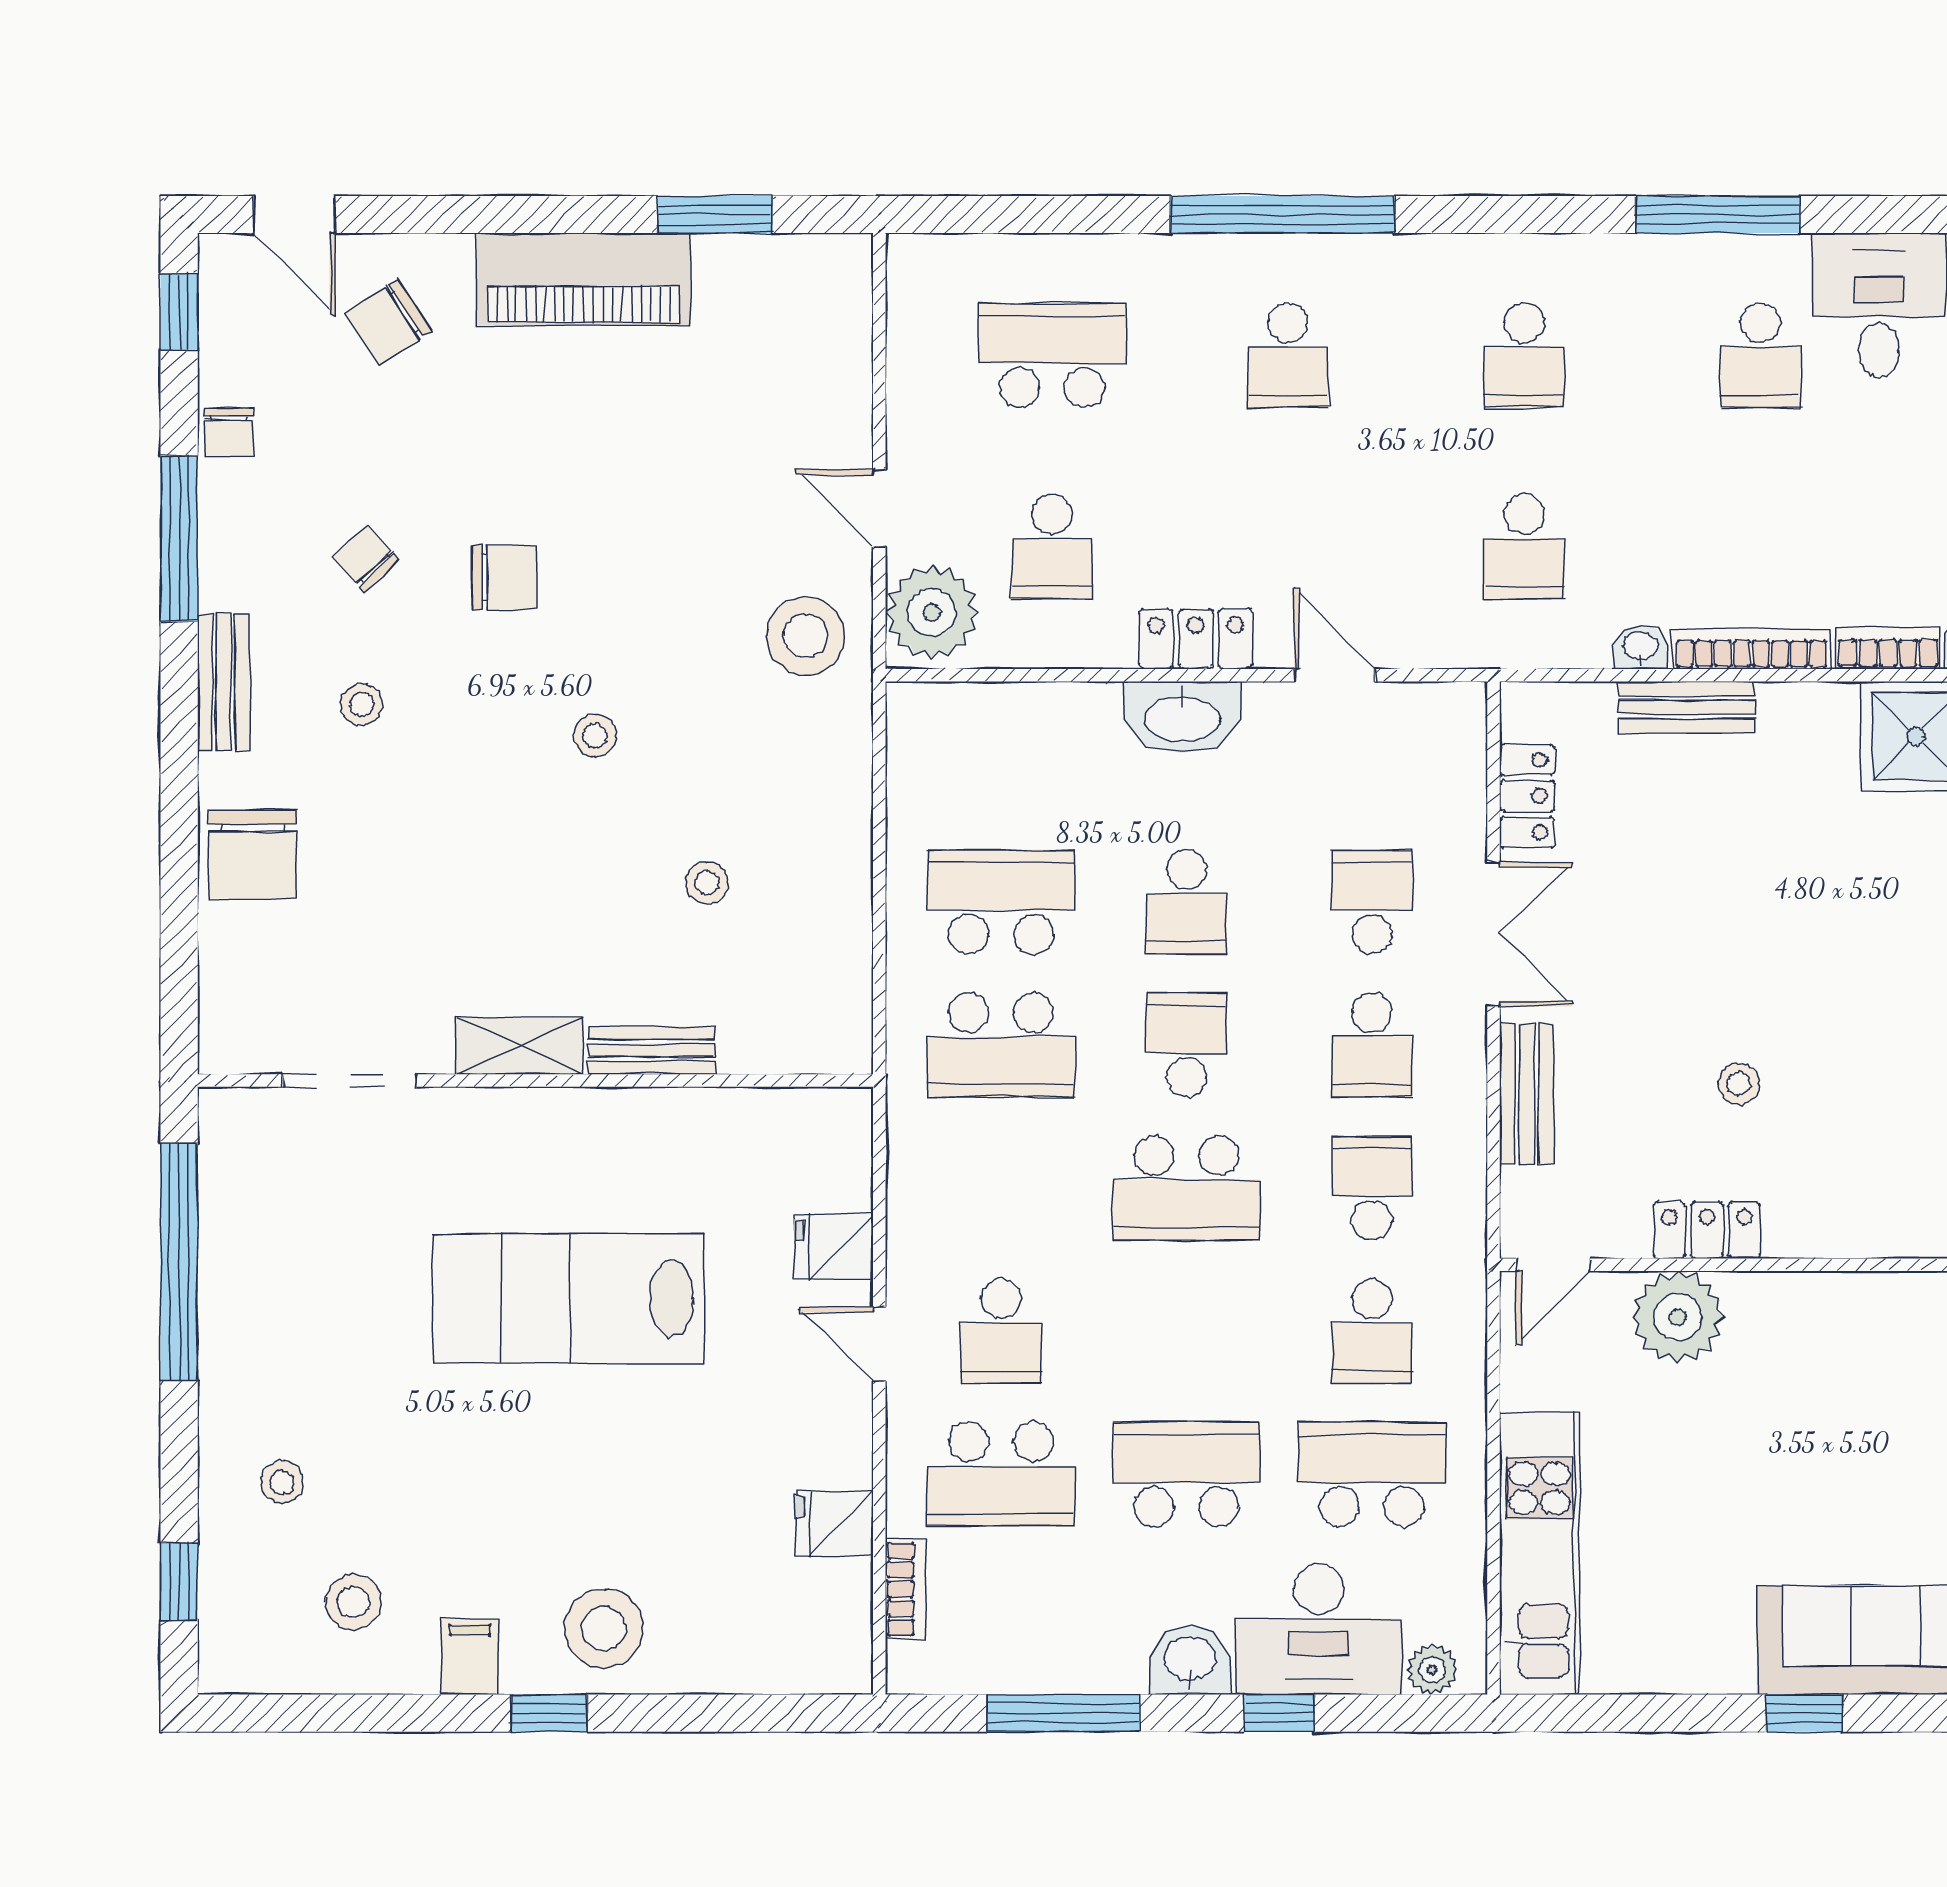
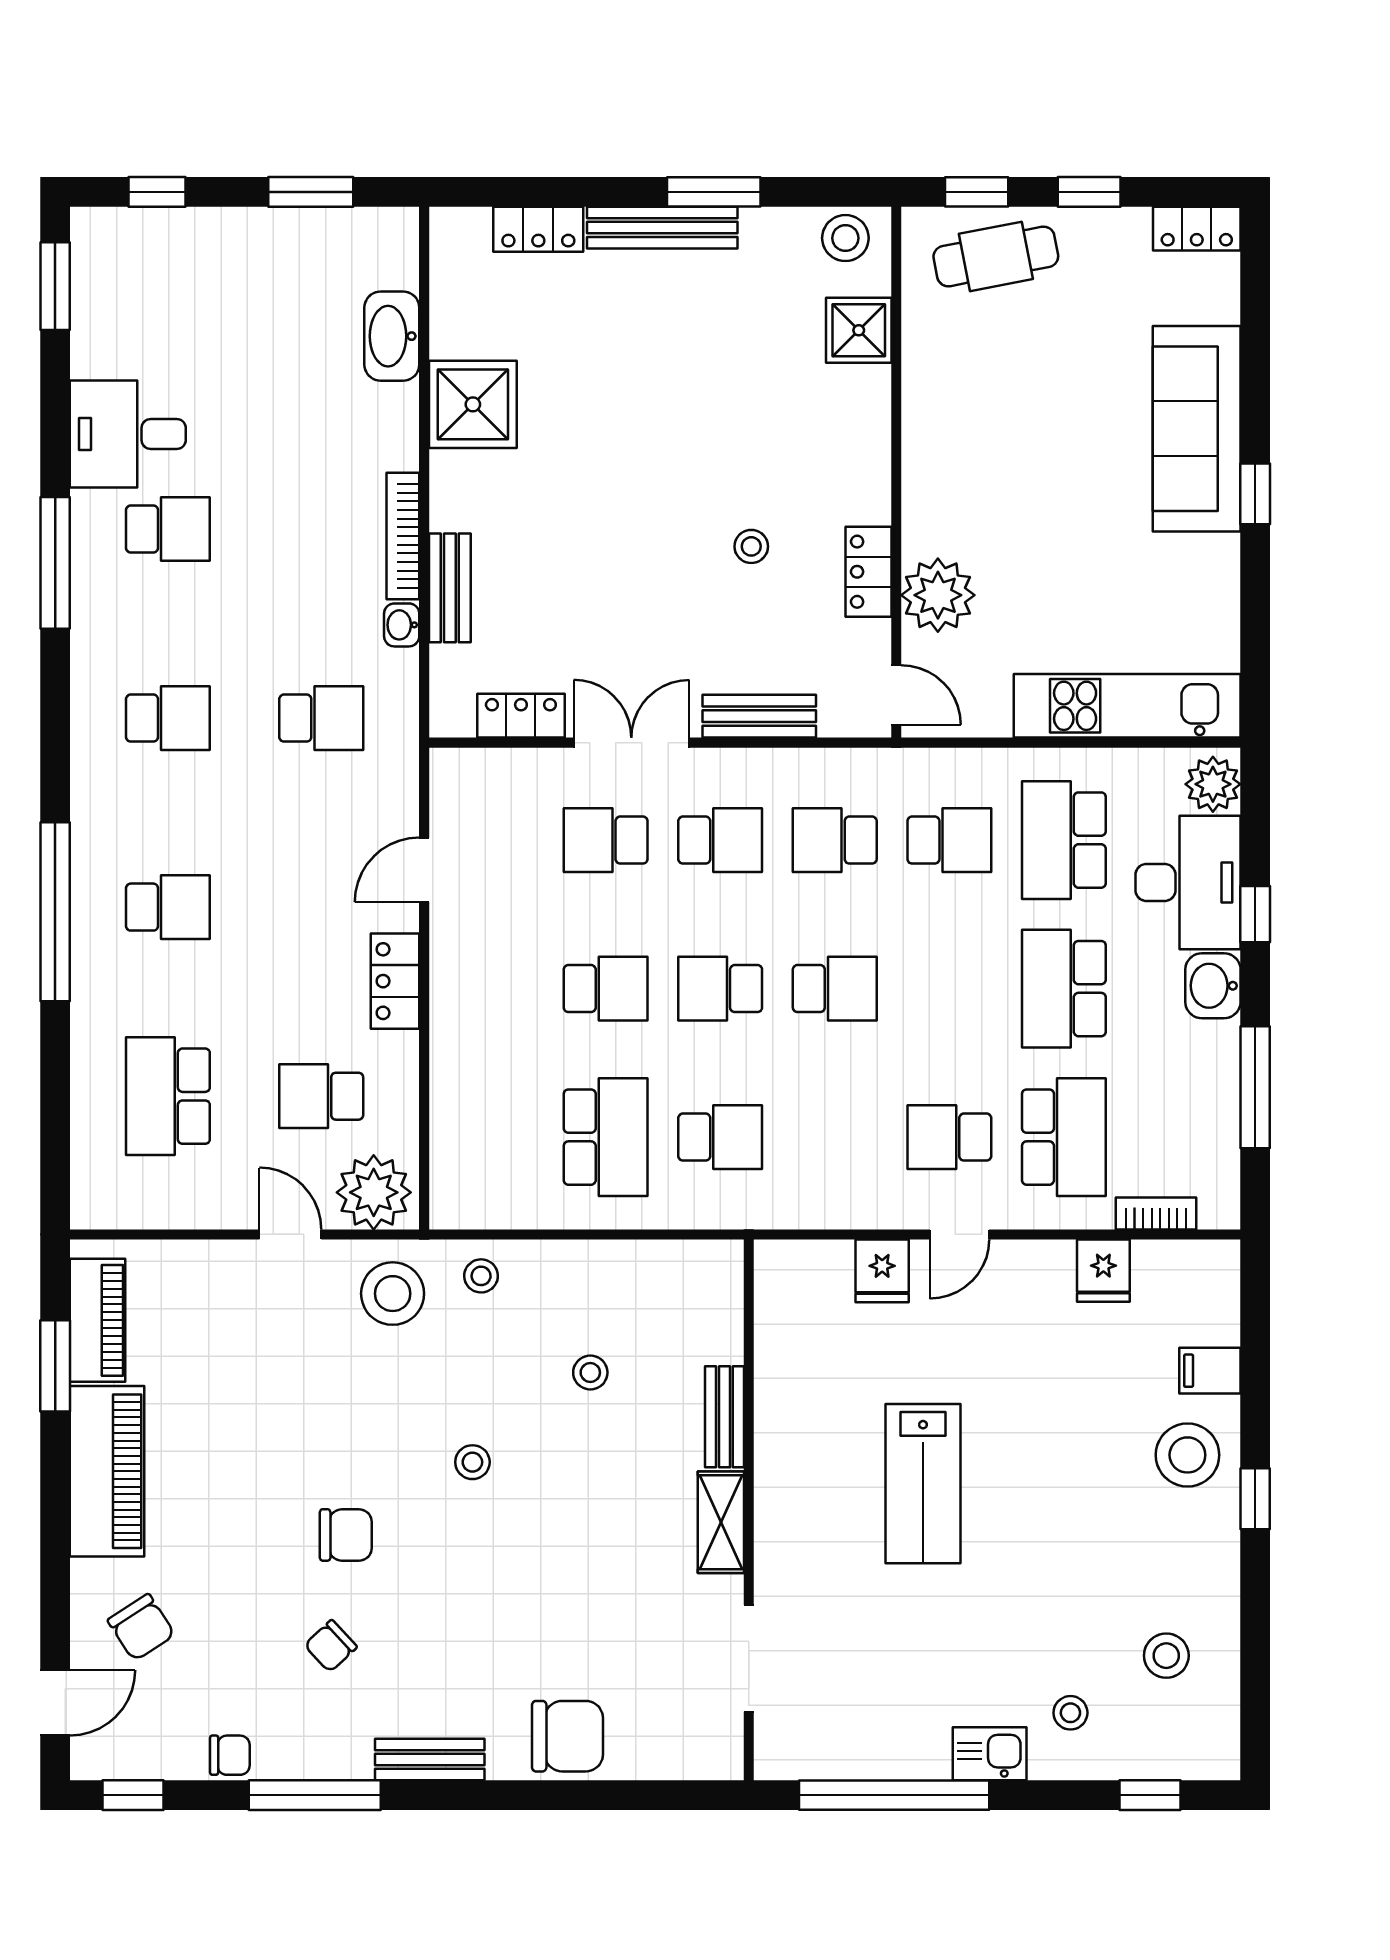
piano: (772, 267) -> (98, 1320), added
door: (879, 508) -> (290, 1234), swing flipped
school desk: (1052, 547) -> (321, 1096), turned 180
chair: (504, 577) -> (346, 1535), turned 90
bookcase: (1888, 648) -> (402, 427), removed
stool: (362, 704) -> (481, 1276), moved
washbasin: (1182, 717) -> (458, 992), removed
school desk: (1001, 902) -> (606, 1137), turned 180
school desk: (1001, 1045) -> (720, 1137), width x0.54
school desk: (1186, 1188) -> (835, 989), width x0.54
lab bench: (568, 1298) -> (923, 1484), width x0.73, depth x0.72
school desk: (1001, 1331) -> (949, 1137), turned 180
kitchen sink: (231, 1381) -> (990, 1754), added
filing cabinet: (470, 1657) -> (1210, 1371), moved
plant: (1432, 1670) -> (1213, 784), width x1.38, depth x1.38

